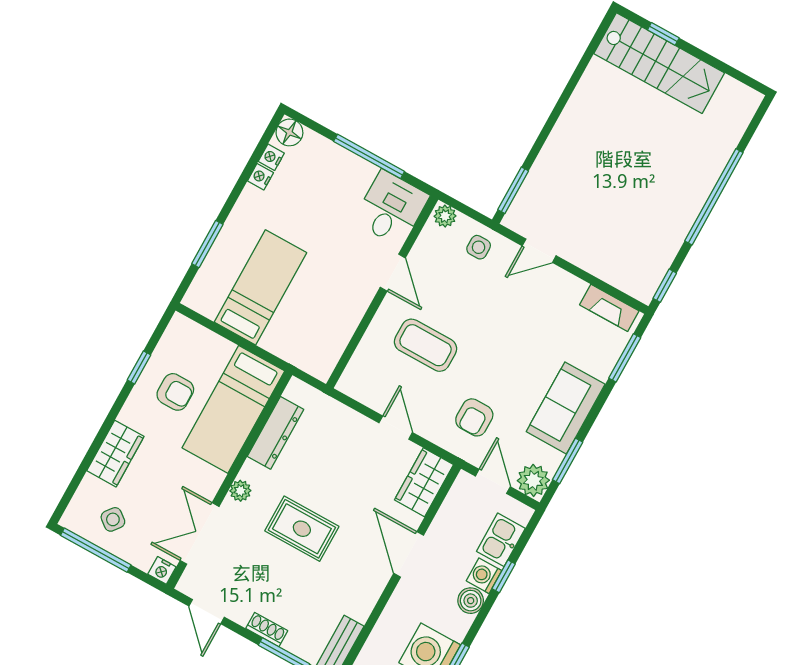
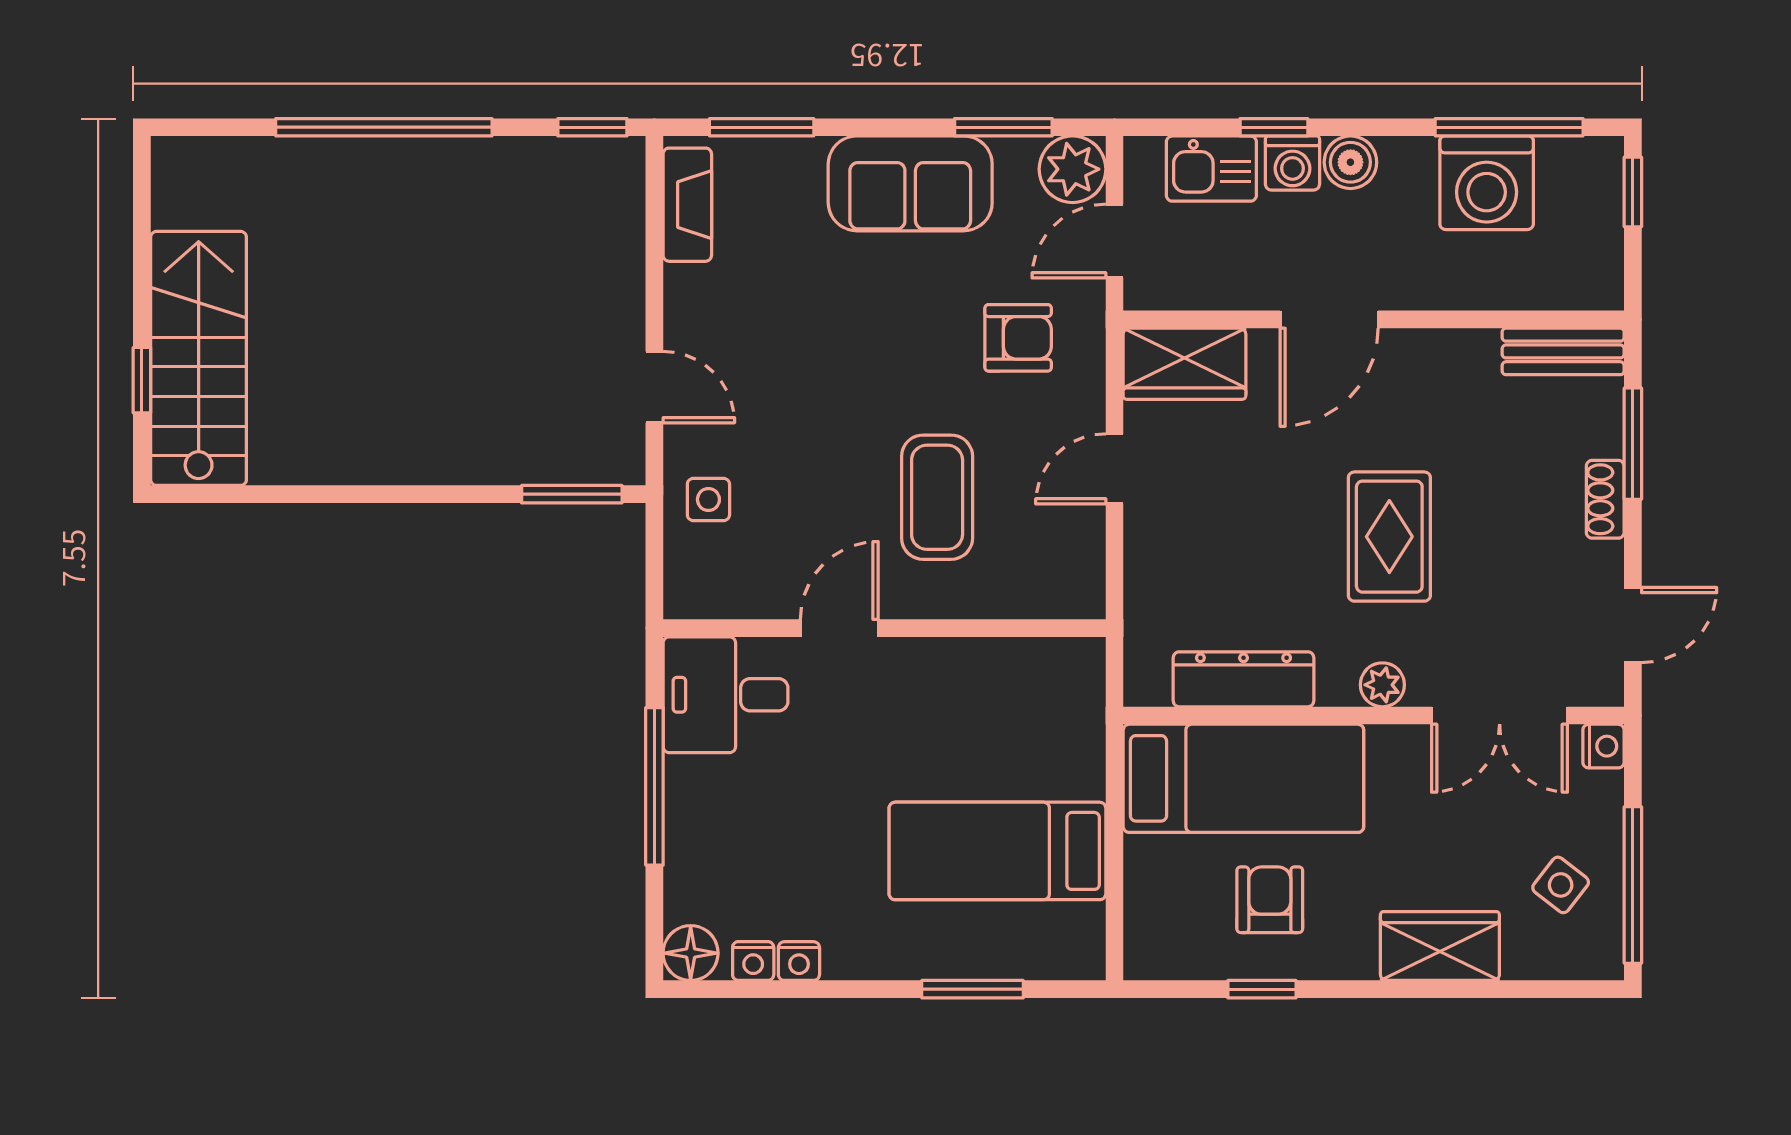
plant: (445, 216) -> (686, 591), removed

